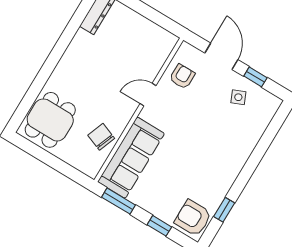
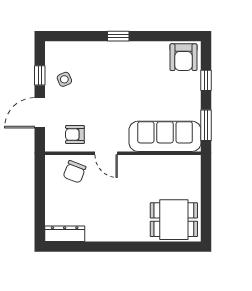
chair: (101, 137) -> (75, 172), moved
window: (224, 210) -> (118, 36), moved

